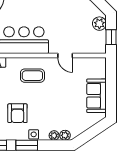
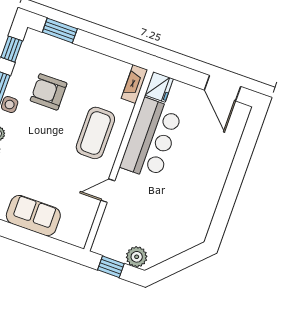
coffee table: (32, 76) -> (95, 133), width x1.36, depth x1.32

